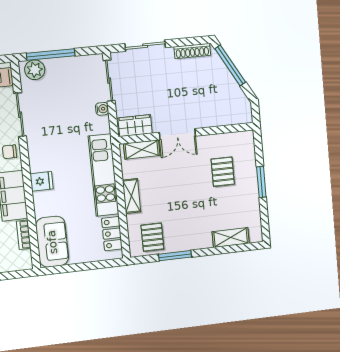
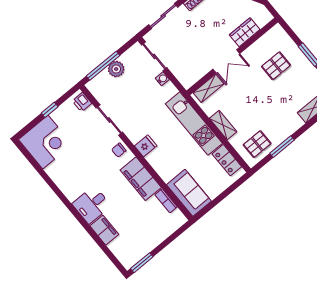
plant: (35, 70) -> (116, 69), moved
wardrobe: (135, 126) -> (245, 32), moved
pallet: (223, 172) -> (276, 66), turned 90
fridge: (42, 181) -> (146, 146), moved
pallet: (152, 237) -> (257, 144), turned 90

